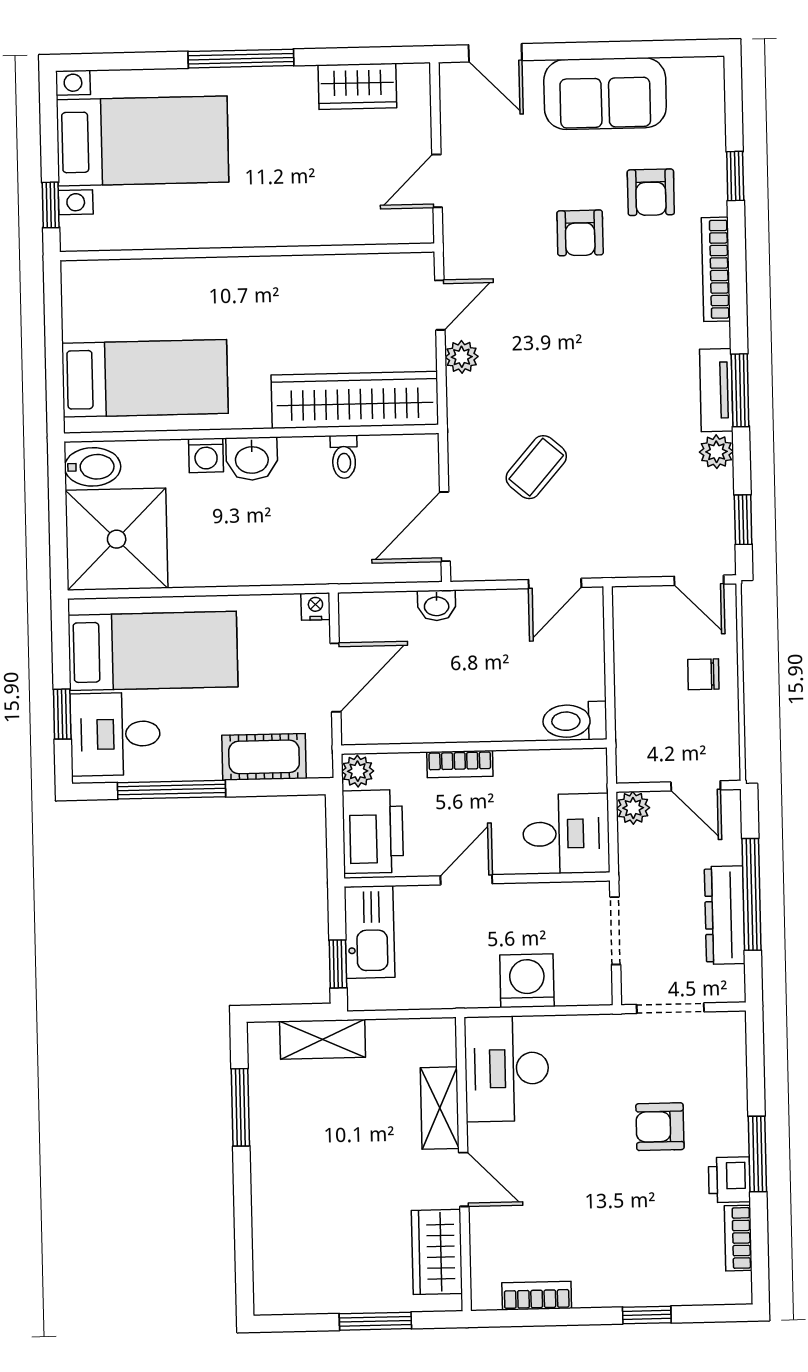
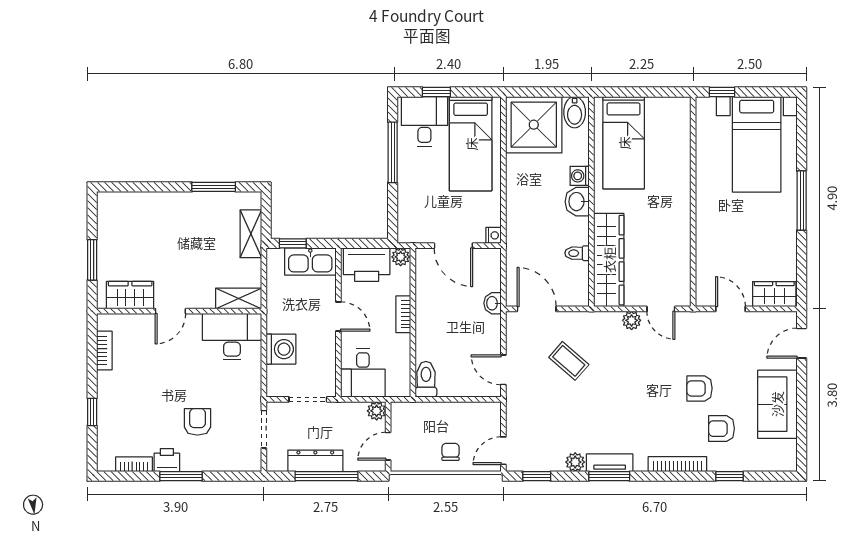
wardrobe: (357, 86) -> (774, 294), moved, turned 90
cot: (264, 757) -> (410, 205), removed
shelving: (440, 1108) -> (239, 299), moved

